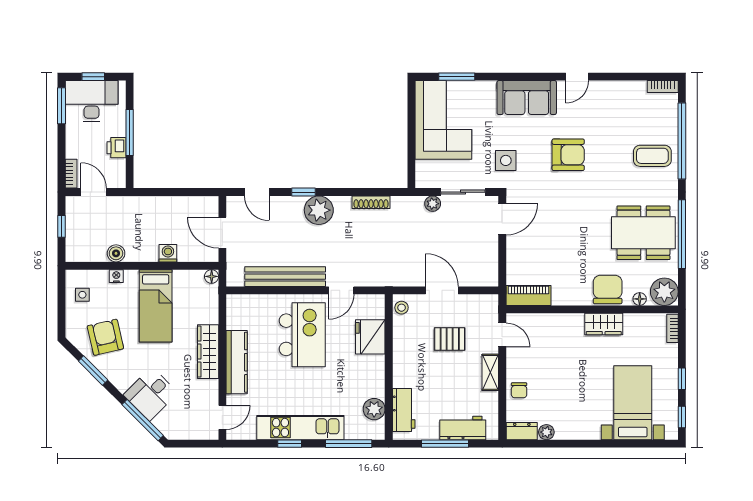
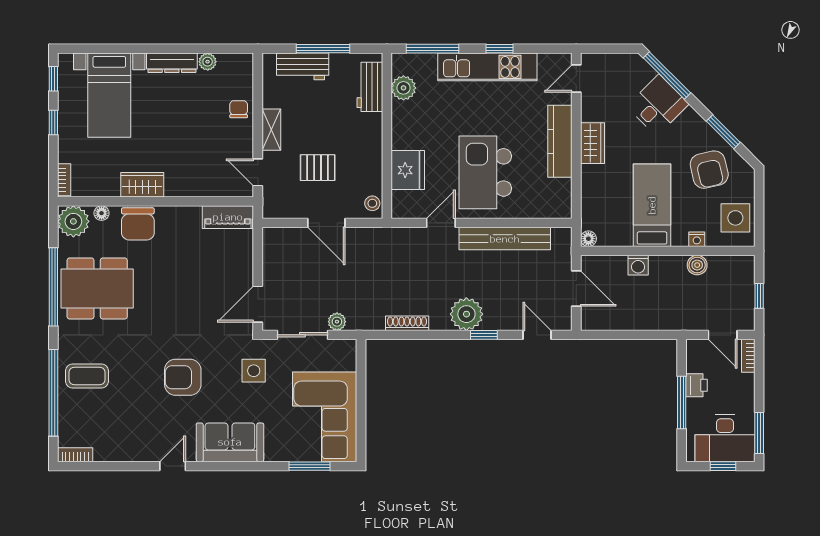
side table: (82, 295) -> (735, 218), width x1.87, depth x1.87
wardrobe: (208, 352) -> (592, 143), width x0.67
dresser: (522, 431) -> (172, 63), moved, width x1.44

